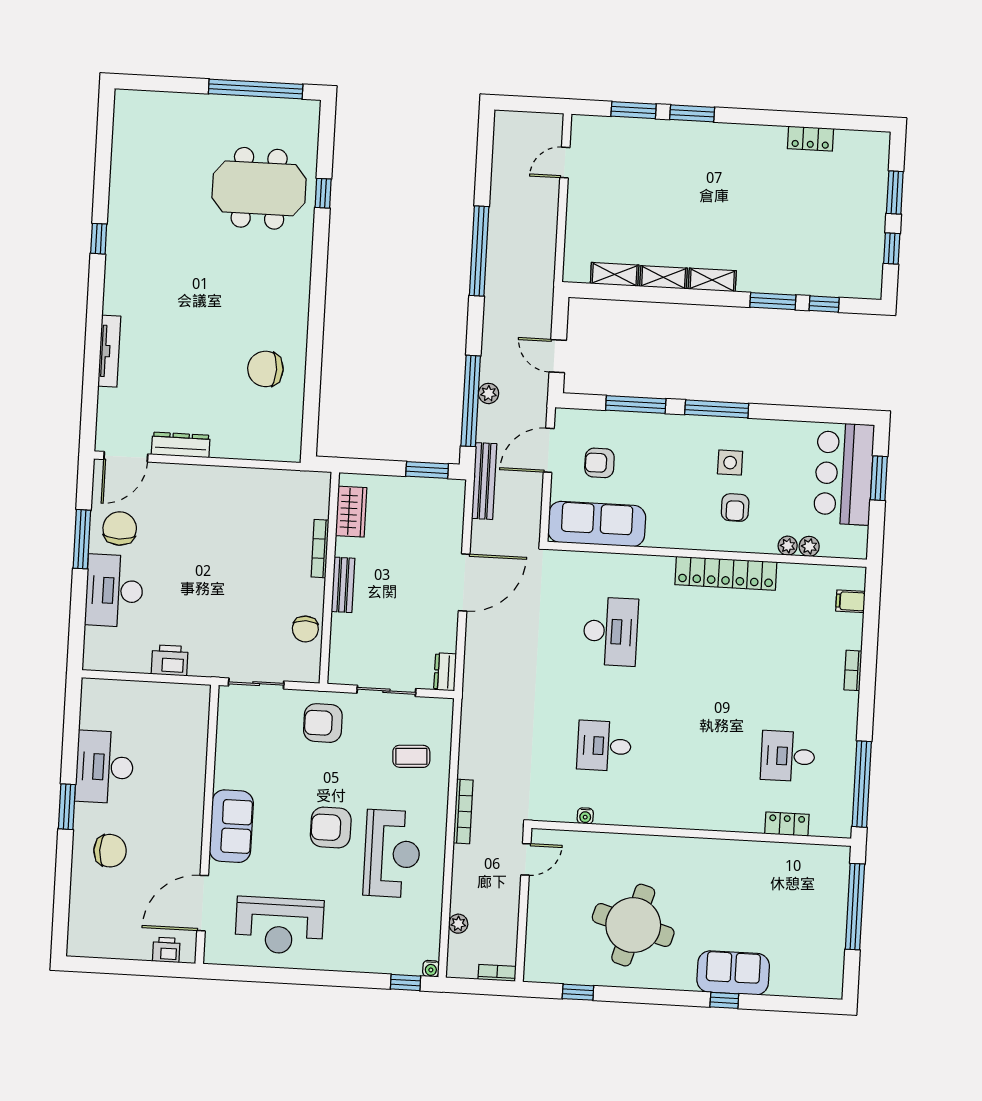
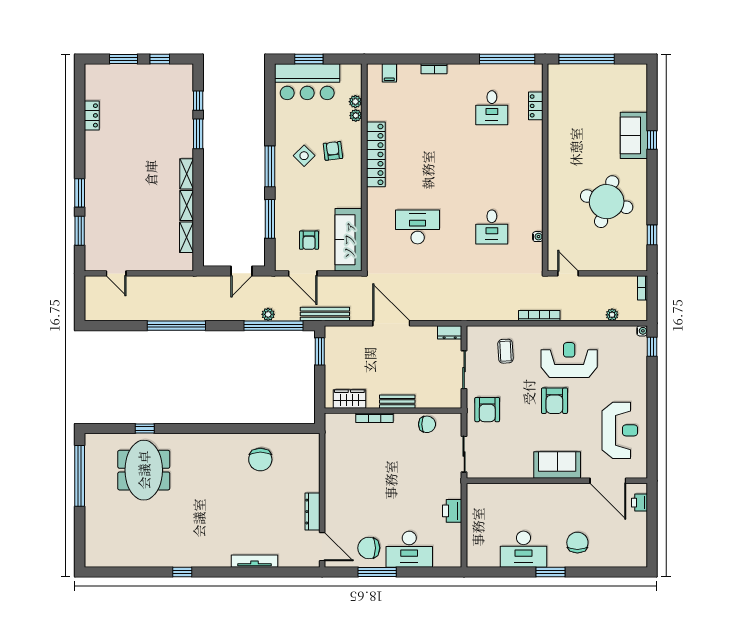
side table: (730, 463) -> (304, 156), turned 45
armchair: (735, 508) -> (333, 151), turned -97

